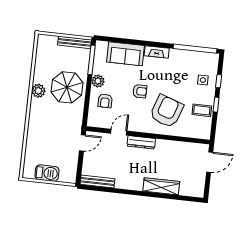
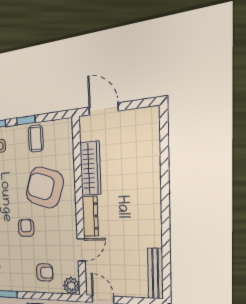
plant: (98, 81) -> (71, 286), moved
door: (119, 132) -> (81, 250), swing flipped
wardrobe: (161, 186) -> (90, 168), moved, turned 180

